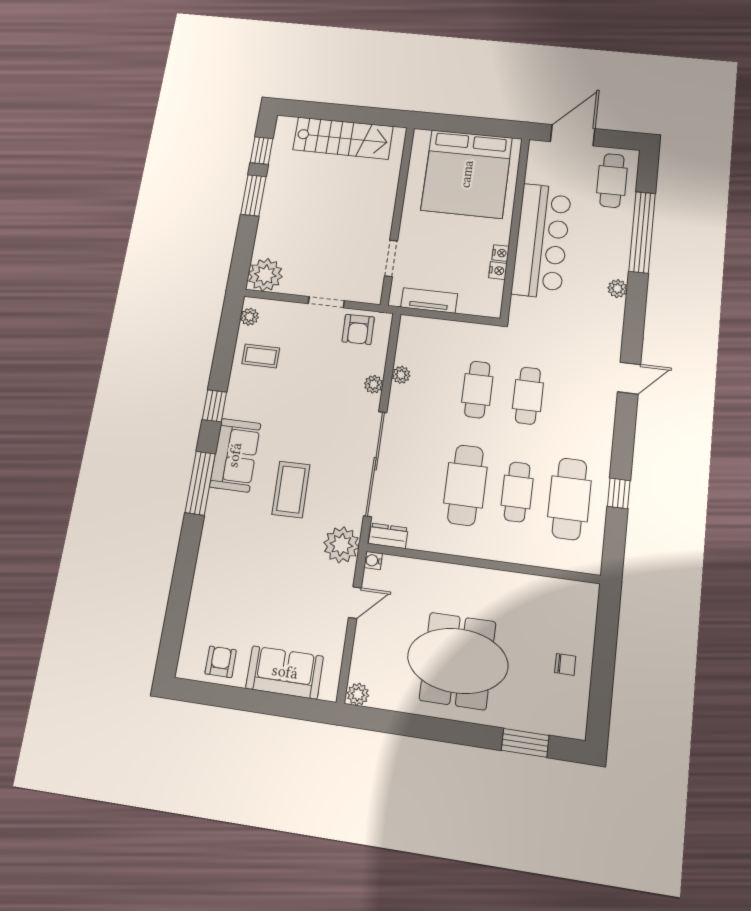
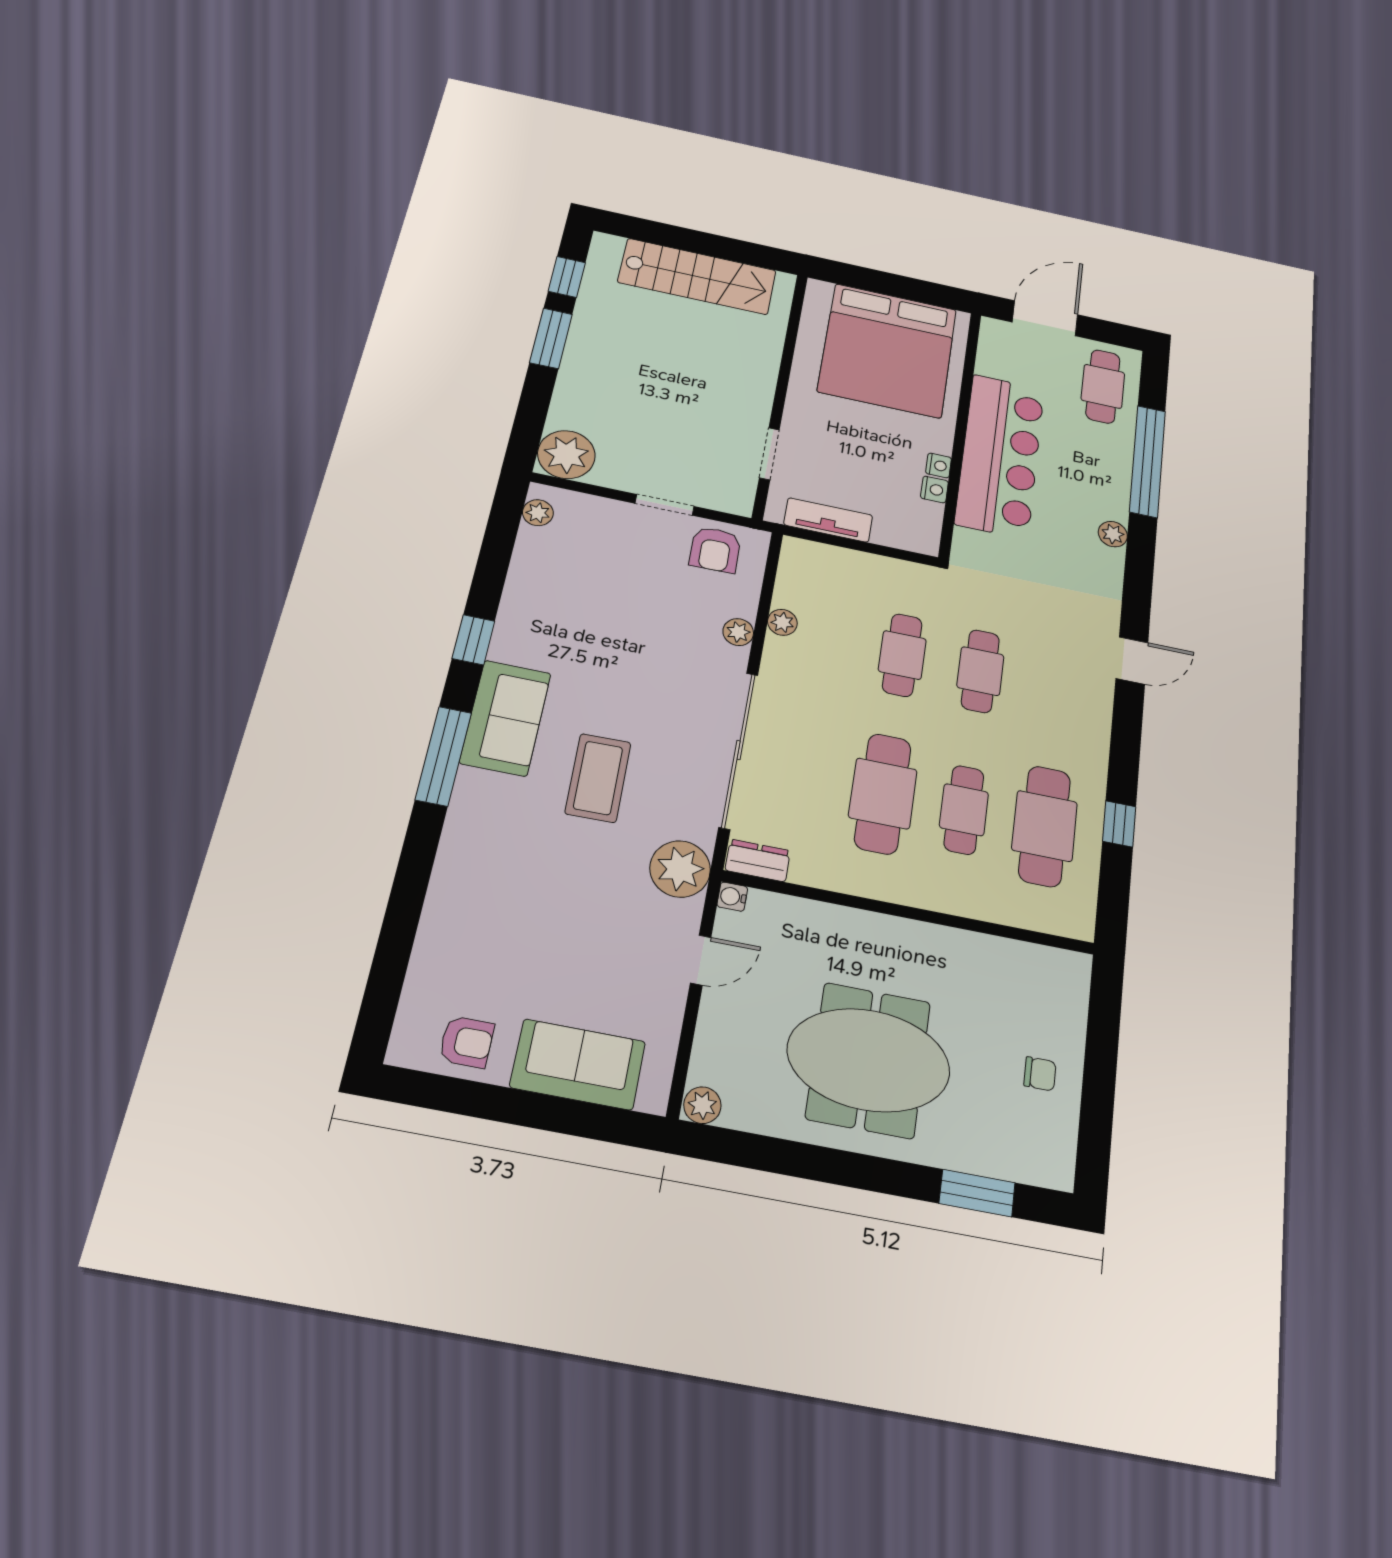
coffee table: (261, 356) -> (554, 573), removed
armchair: (221, 662) -> (467, 1042), turned 90

